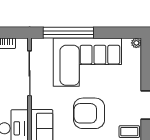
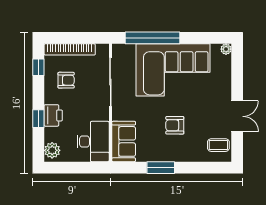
armchair: (89, 113) -> (175, 125), width x0.53, depth x0.53

